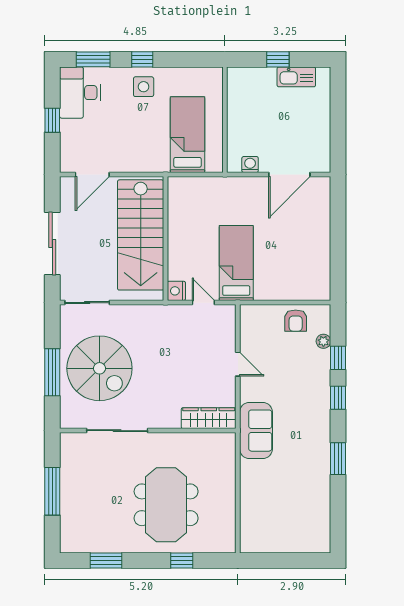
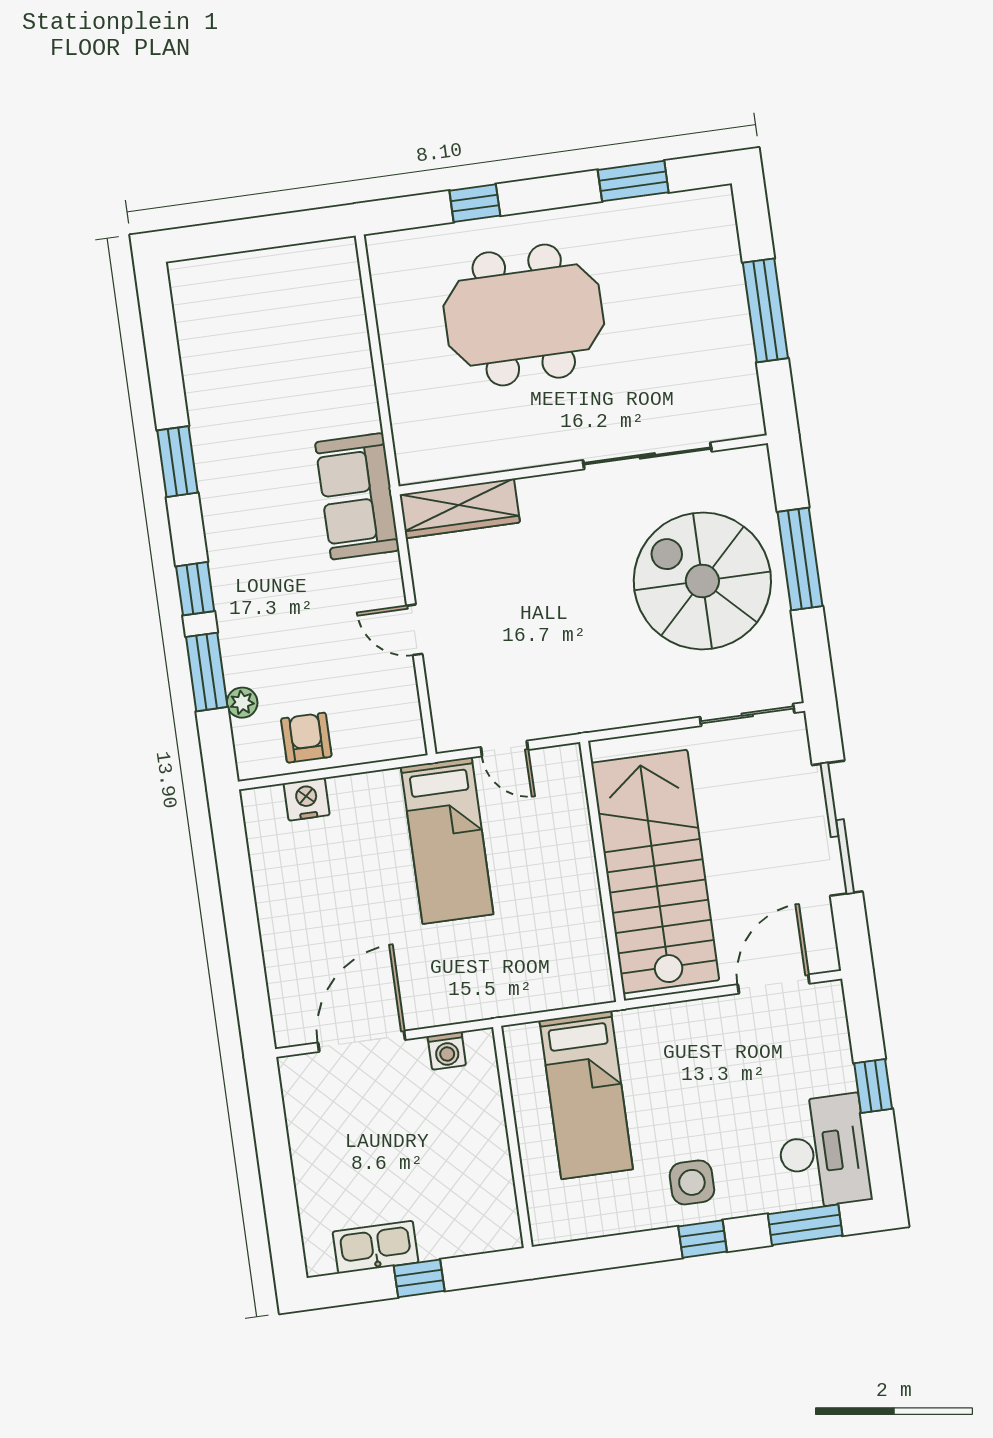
nightstand: (176, 291) -> (307, 799), moved, turned -90
window: (338, 358) -> (207, 672), width x1.50
meeting table: (166, 505) -> (524, 315), turned 90

